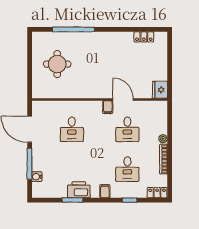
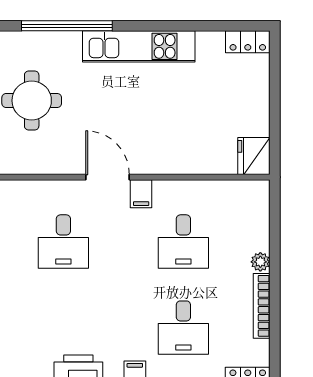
locker: (144, 37) -> (248, 42), moved
kitchen unit: (107, 39) -> (139, 46), added
door: (123, 100) -> (108, 177), moved

